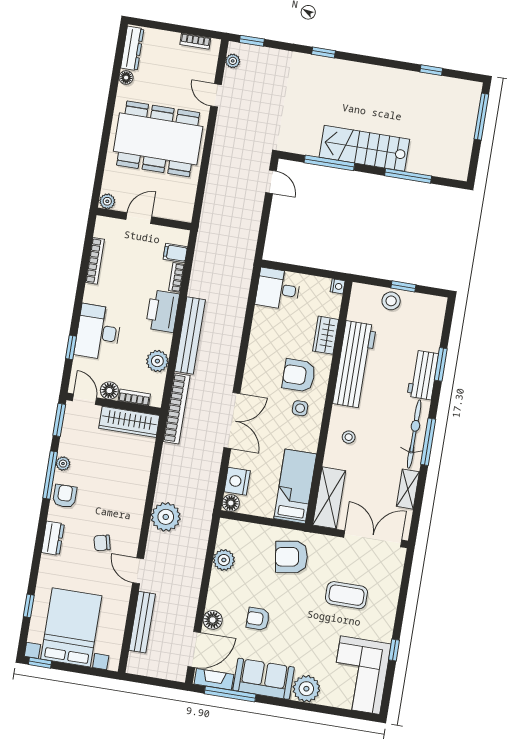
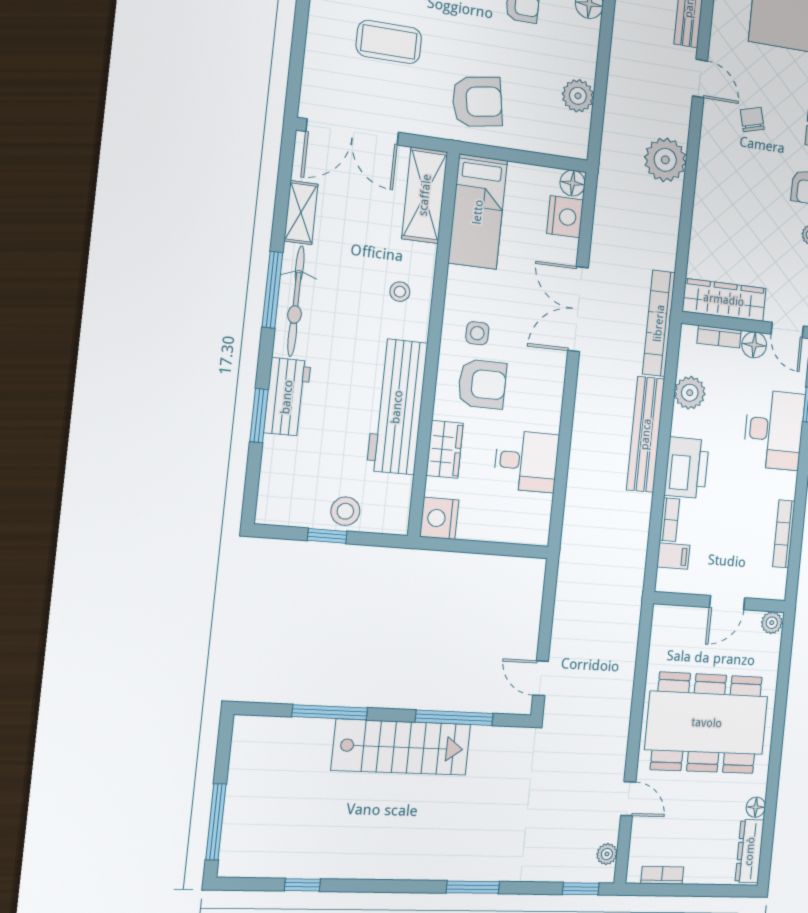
window: (324, 52) -> (473, 887), width x1.50
nightstand: (338, 286) -> (439, 518), width x1.89, depth x1.79
desk: (278, 289) -> (526, 461), moved
chair: (102, 543) -> (752, 119), turned -91

